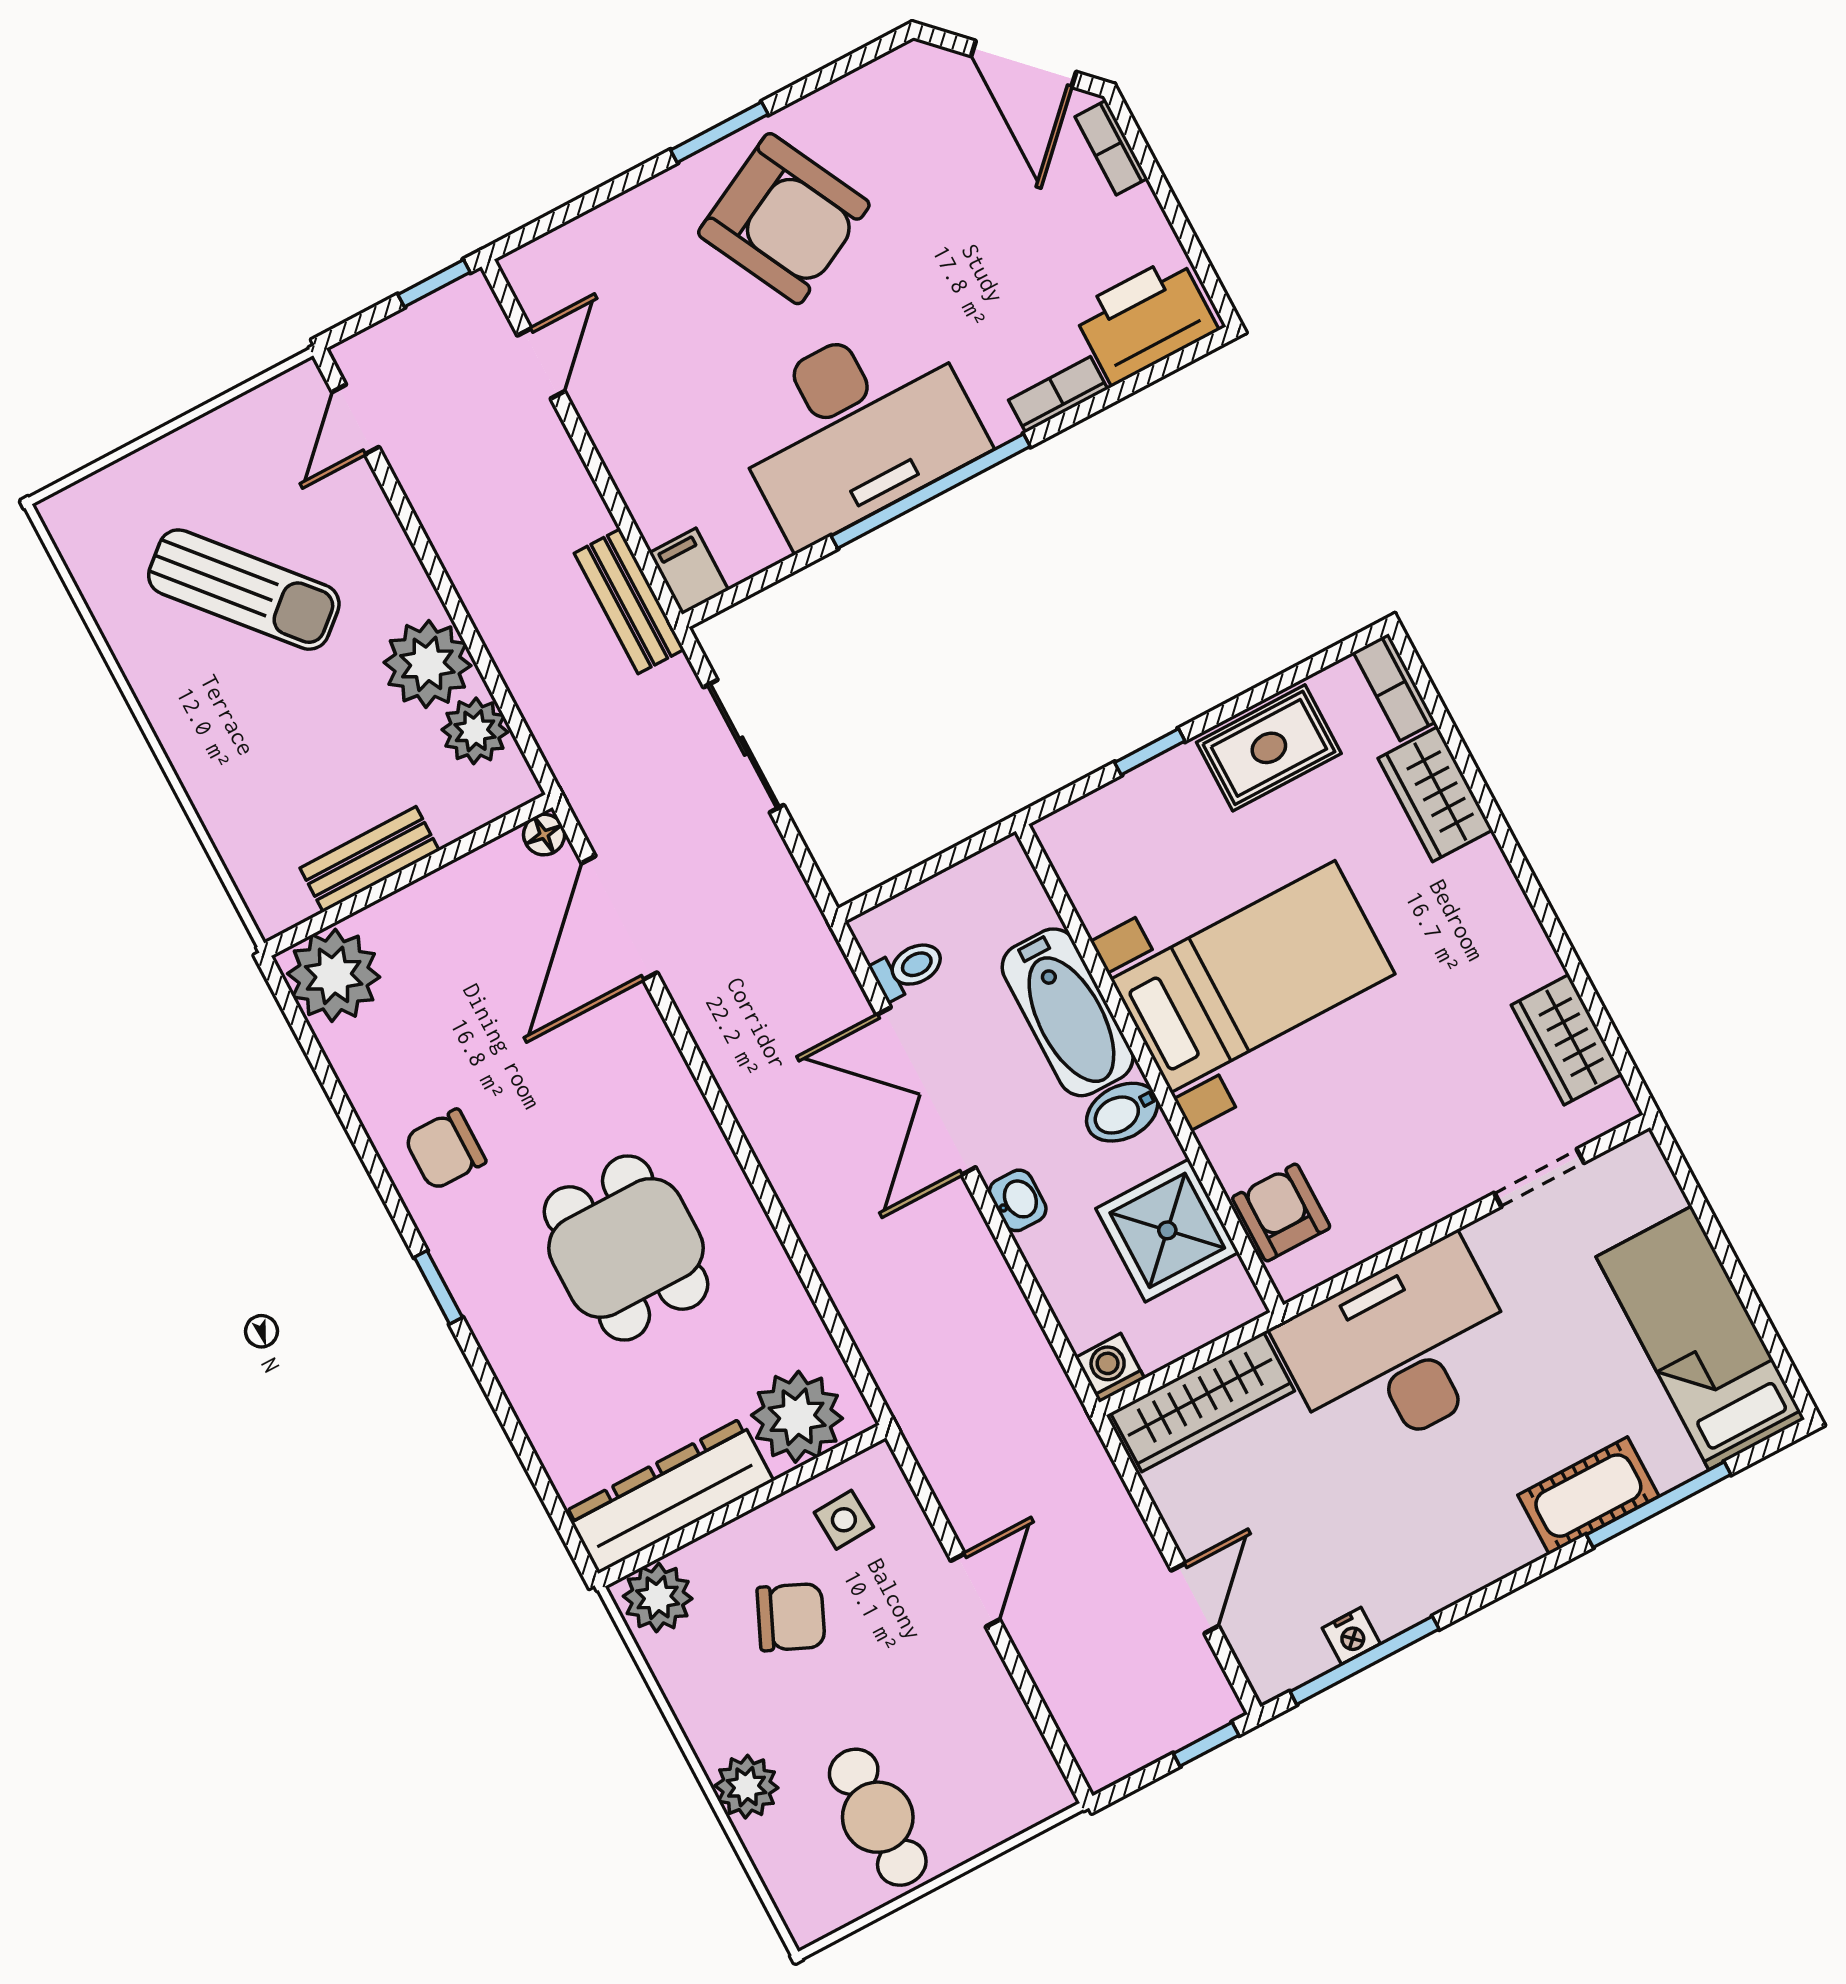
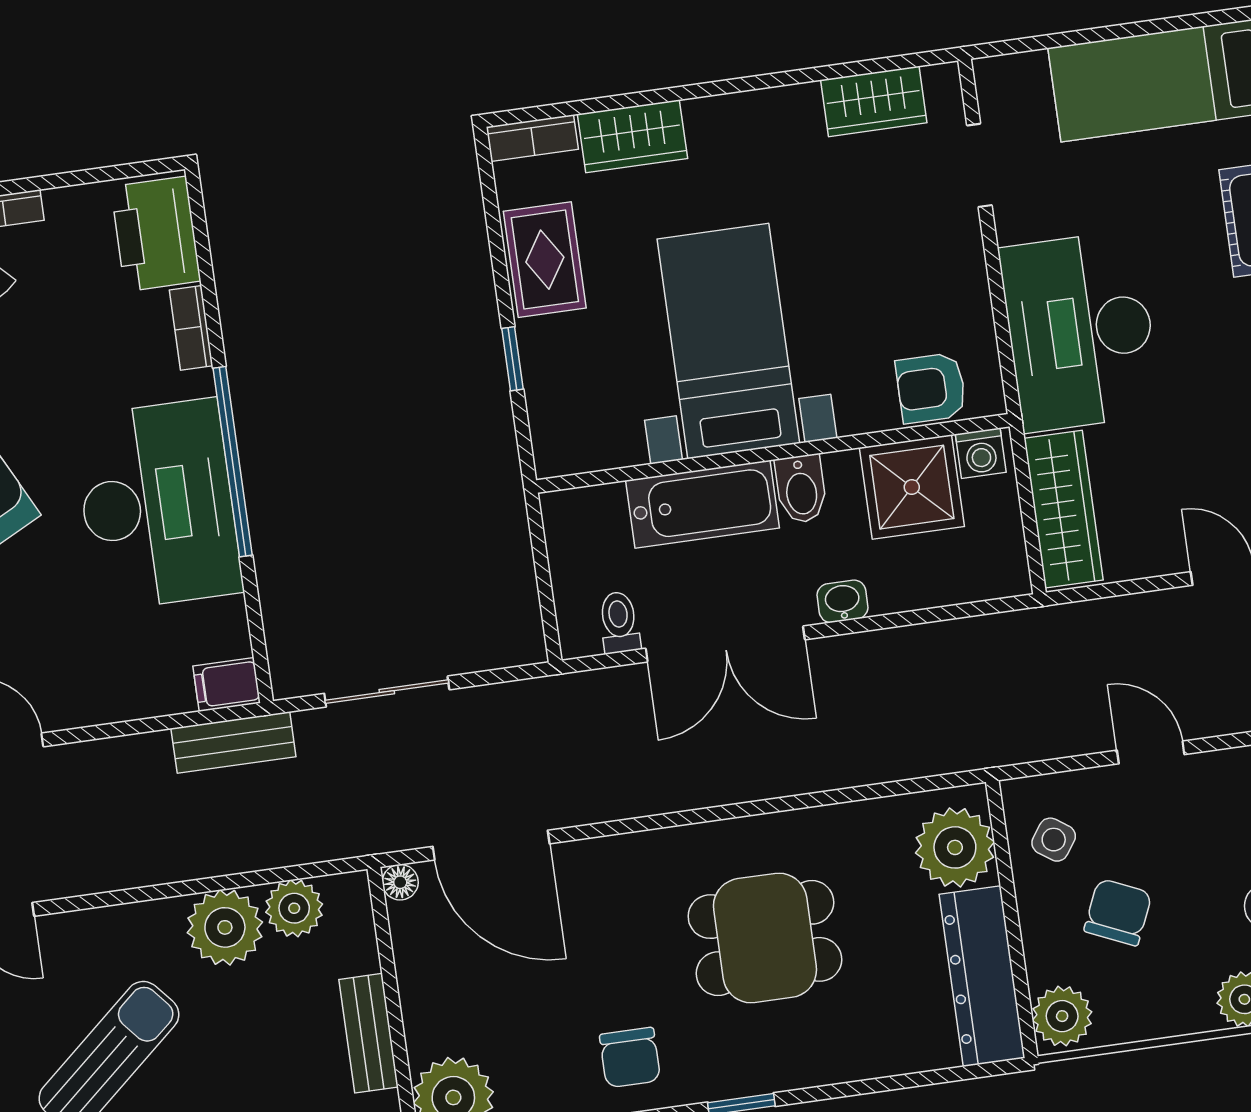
washing machine: (1110, 1368) -> (981, 453), moved, turned -90
side table: (844, 1520) -> (1054, 840), turned 38

